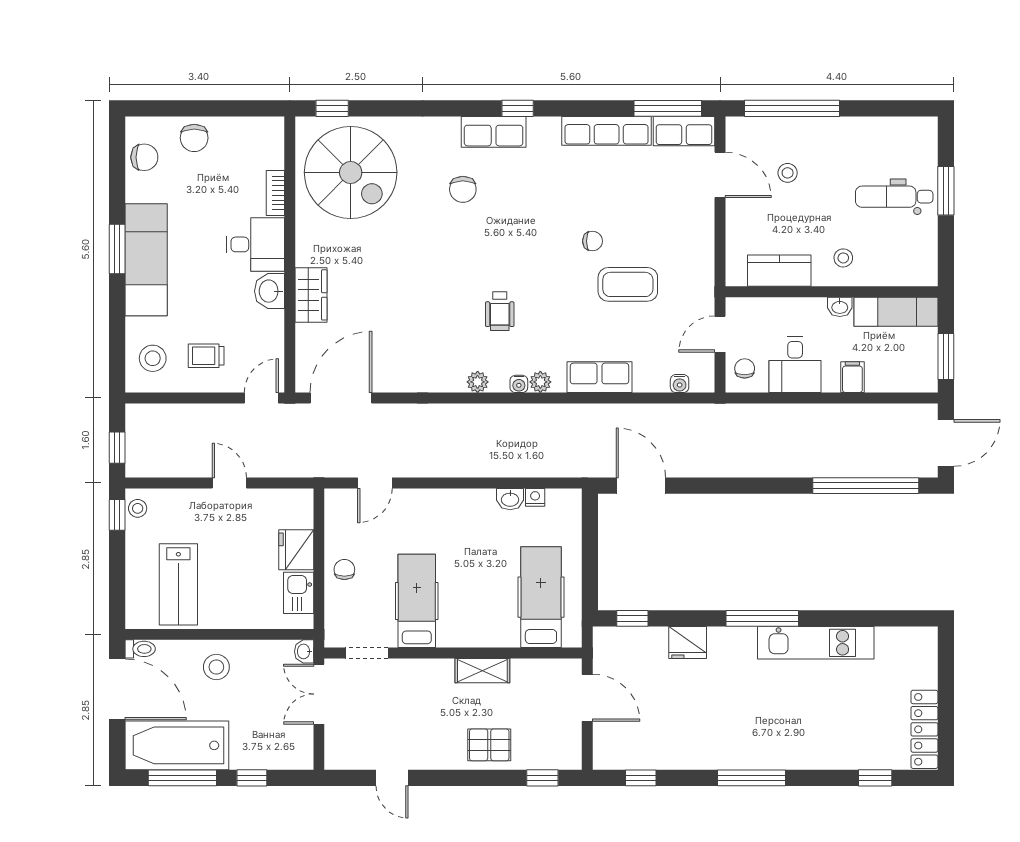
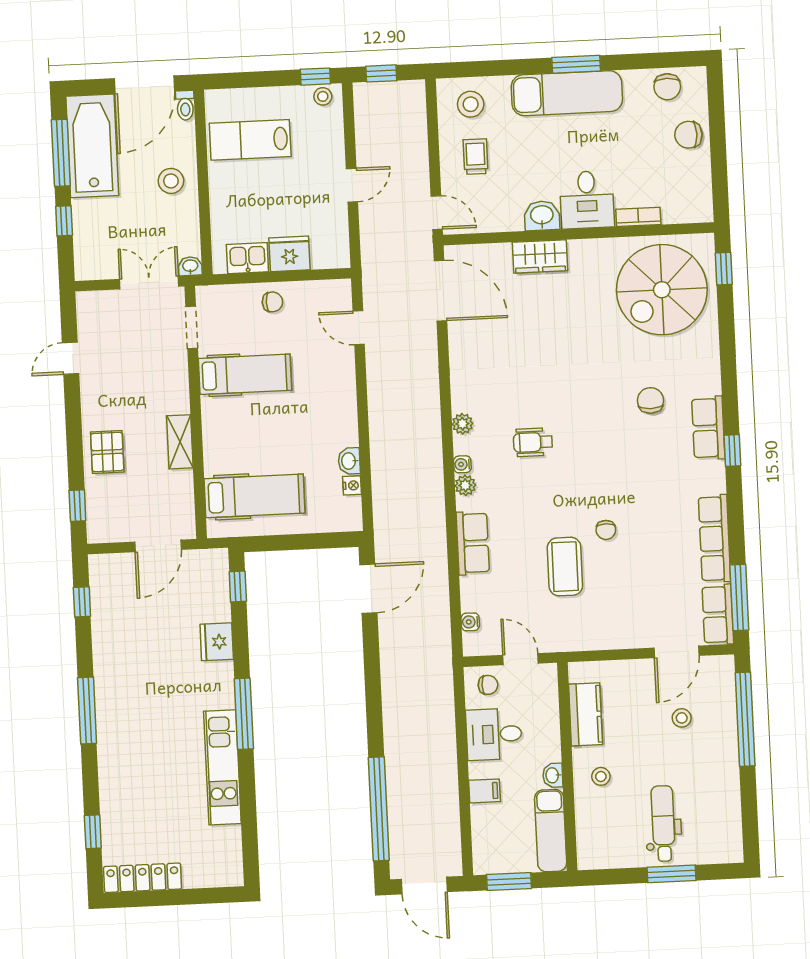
chair: (463, 189) -> (650, 400), turned 90

